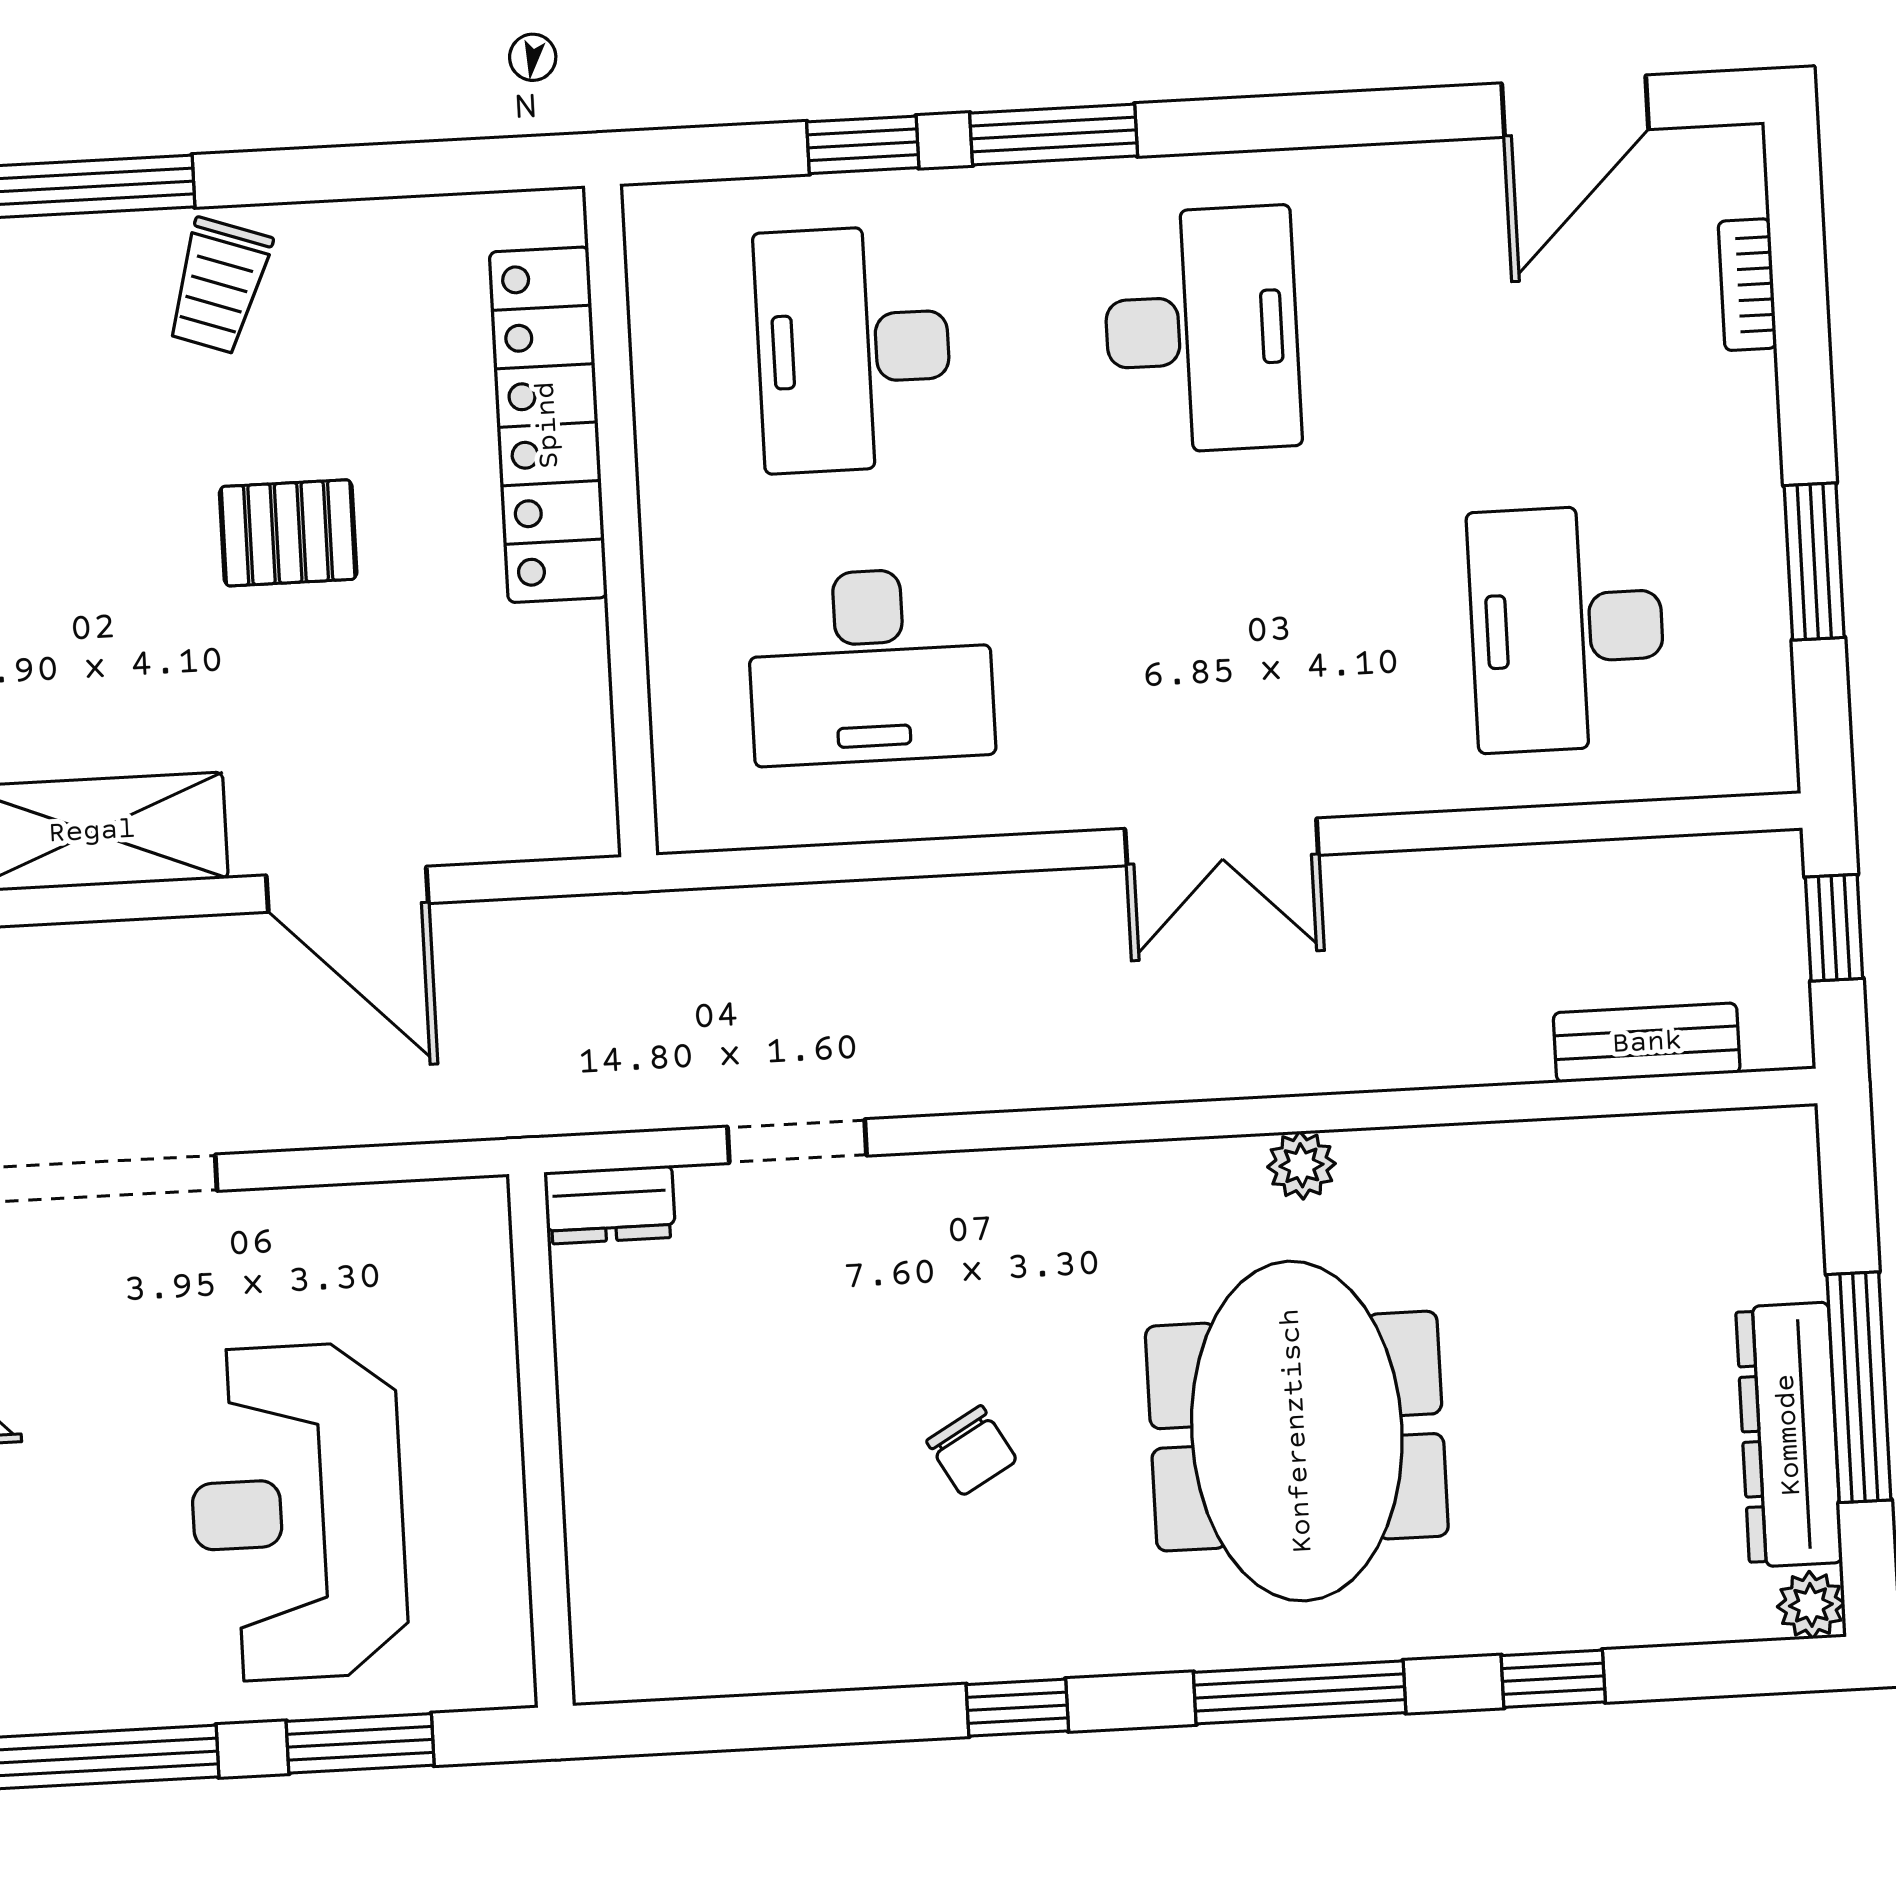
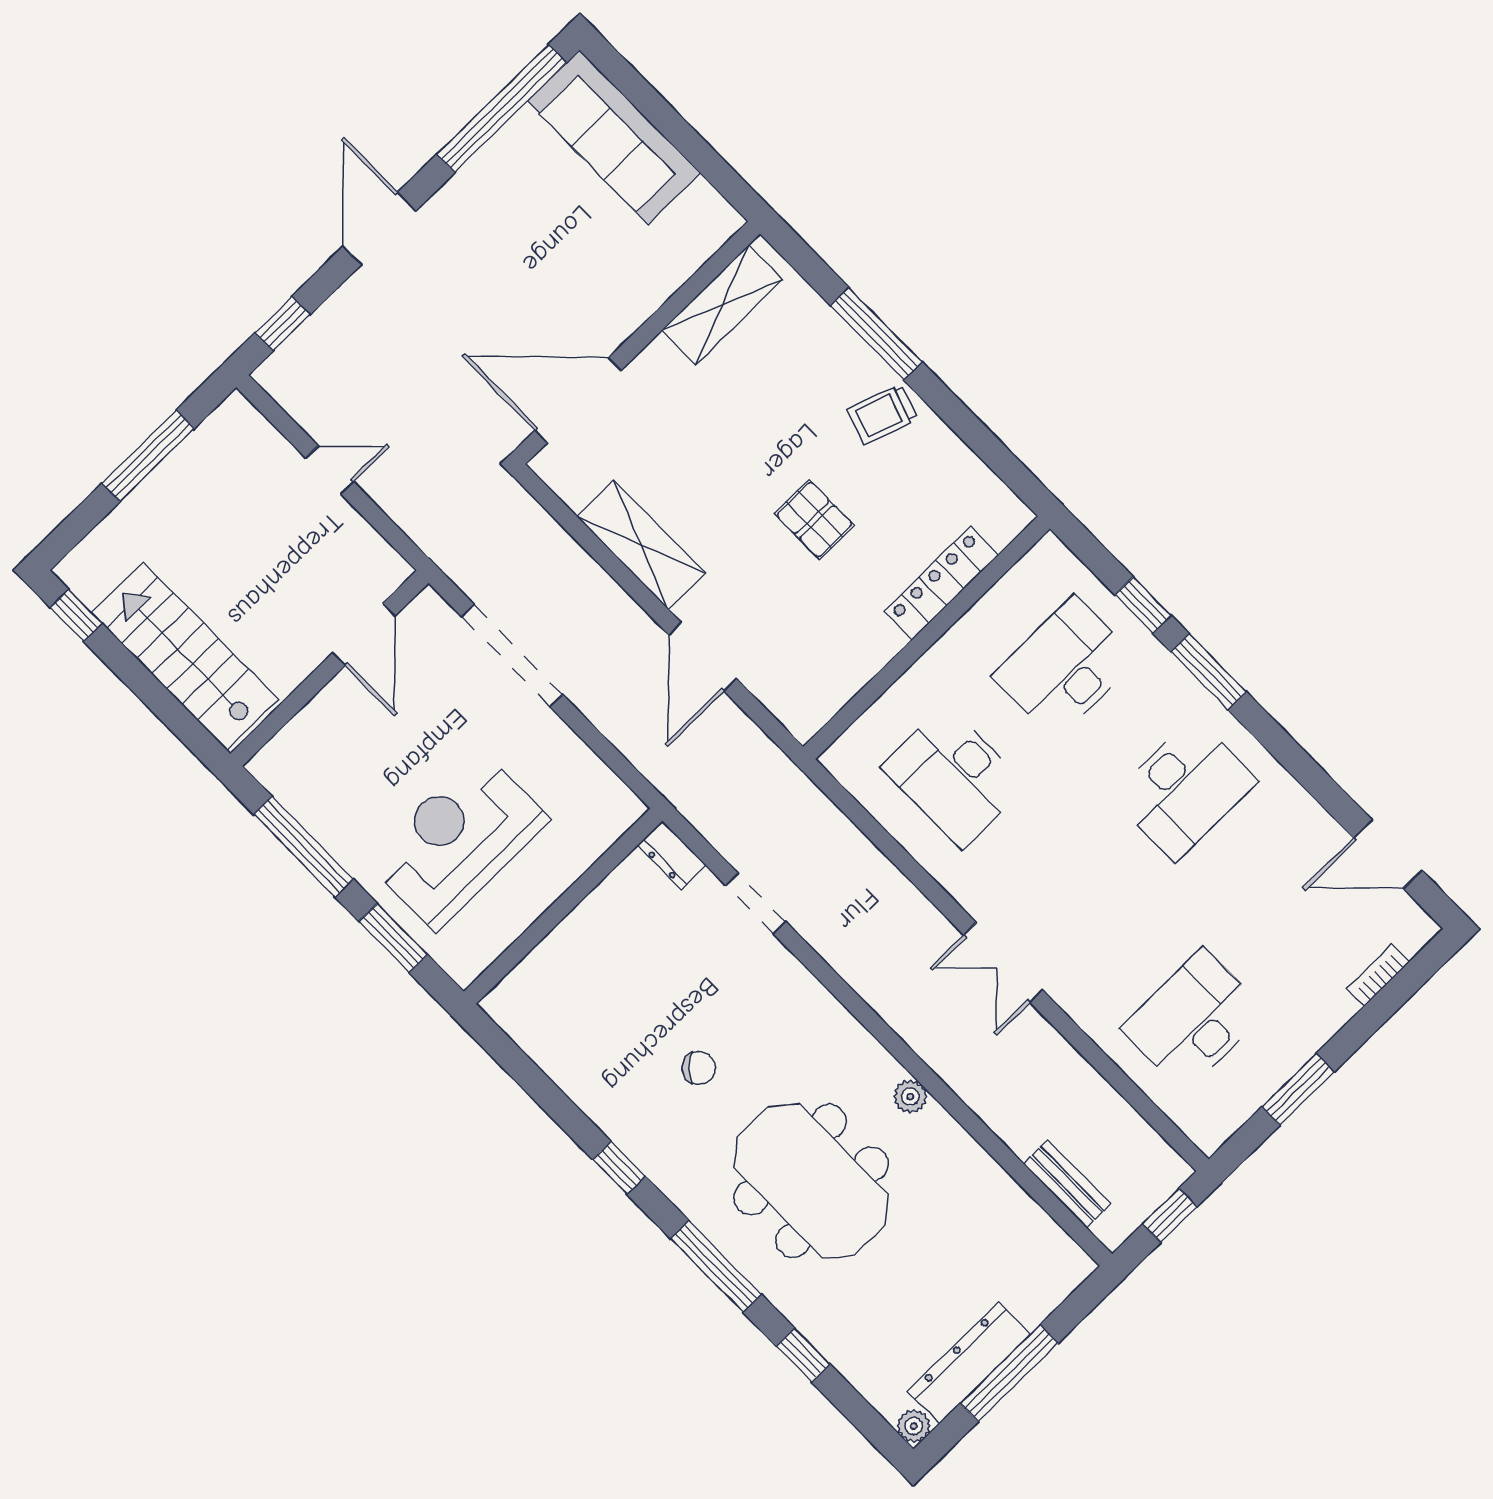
locker: (548, 425) -> (941, 583), width x0.71, depth x0.83
meeting table: (1297, 1431) -> (811, 1181), turned 90
chair: (972, 1451) -> (699, 1068), turned -106

